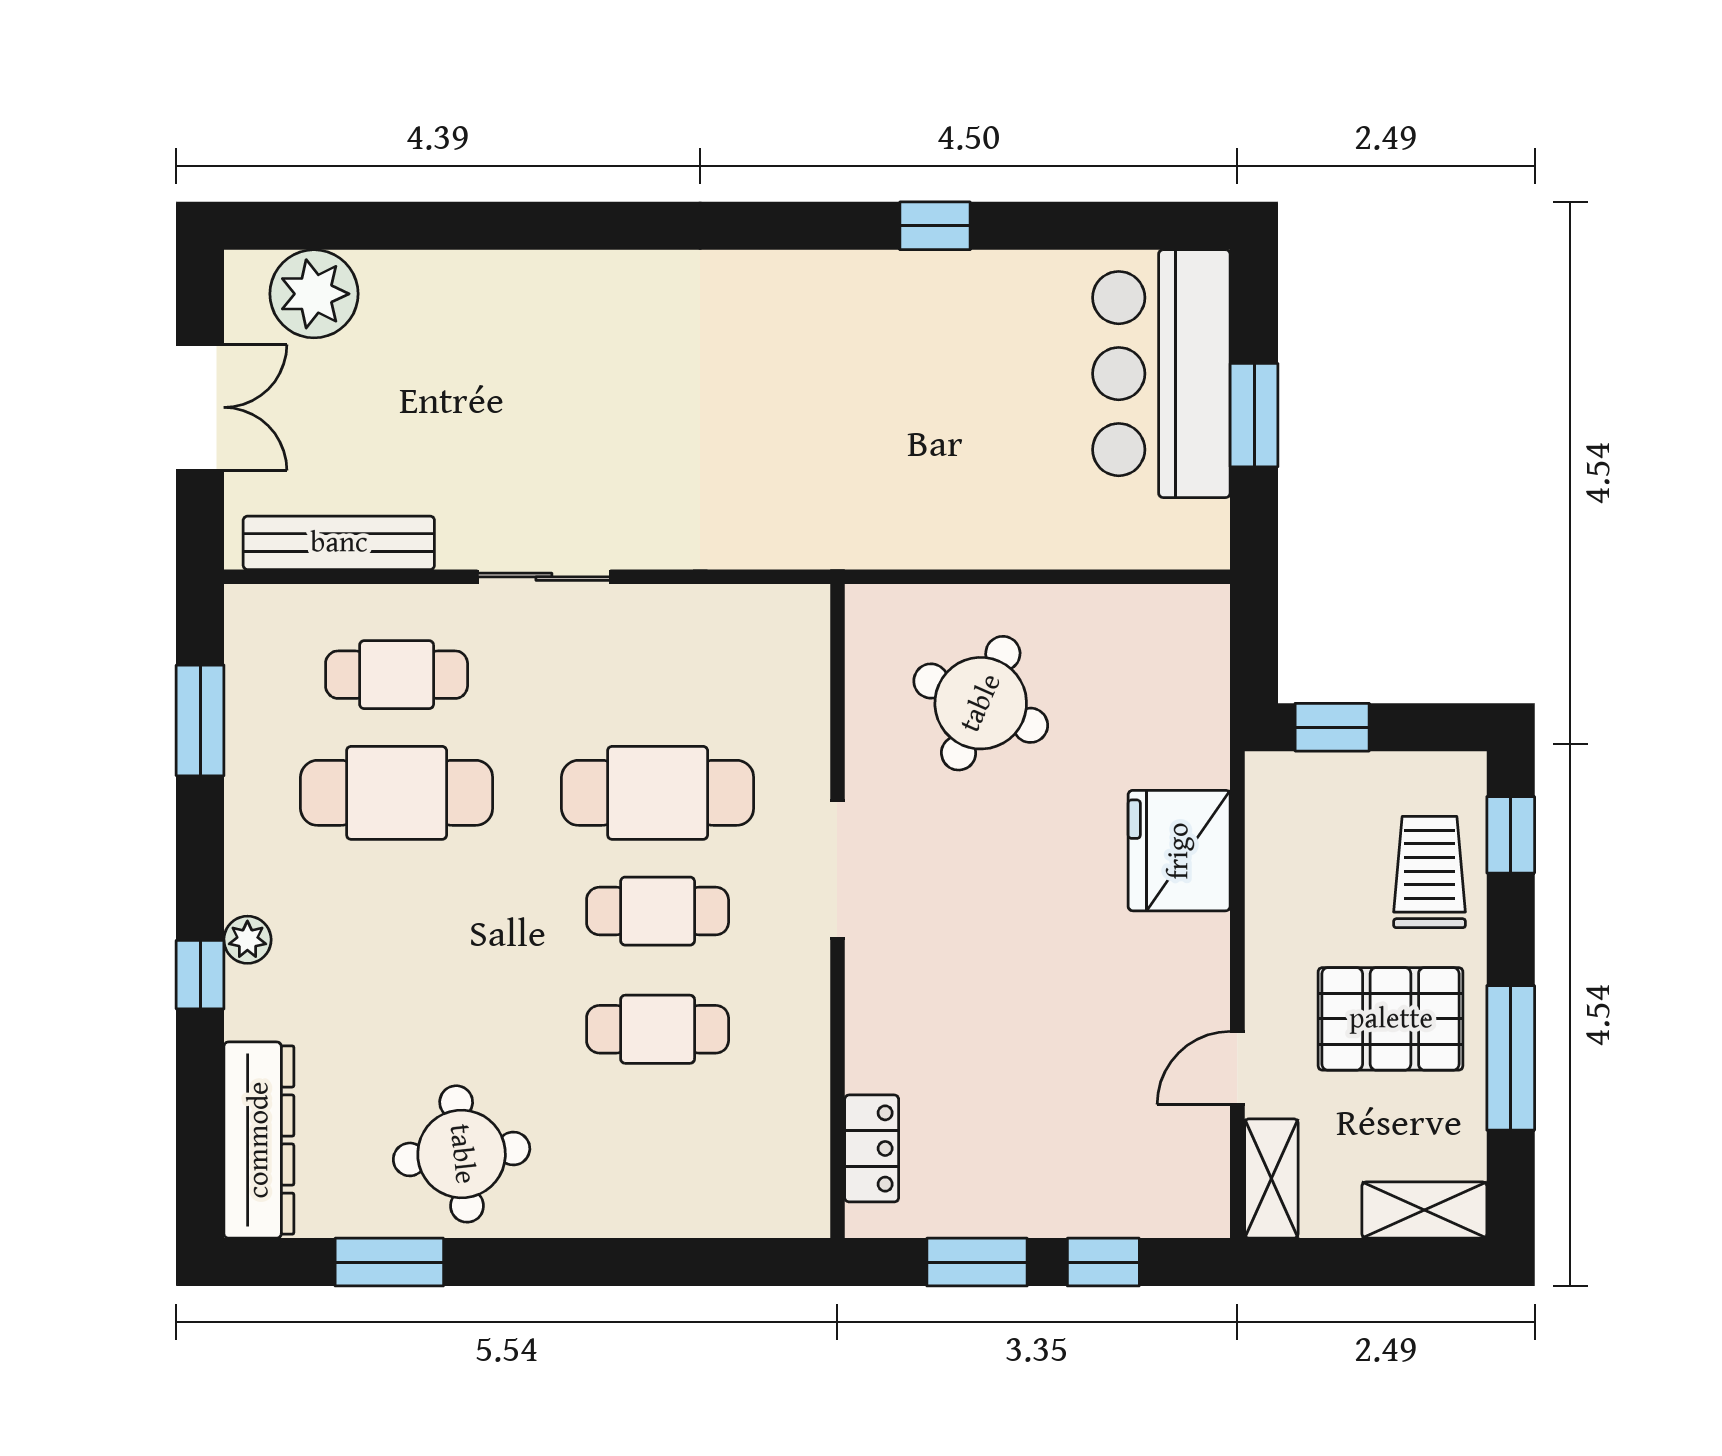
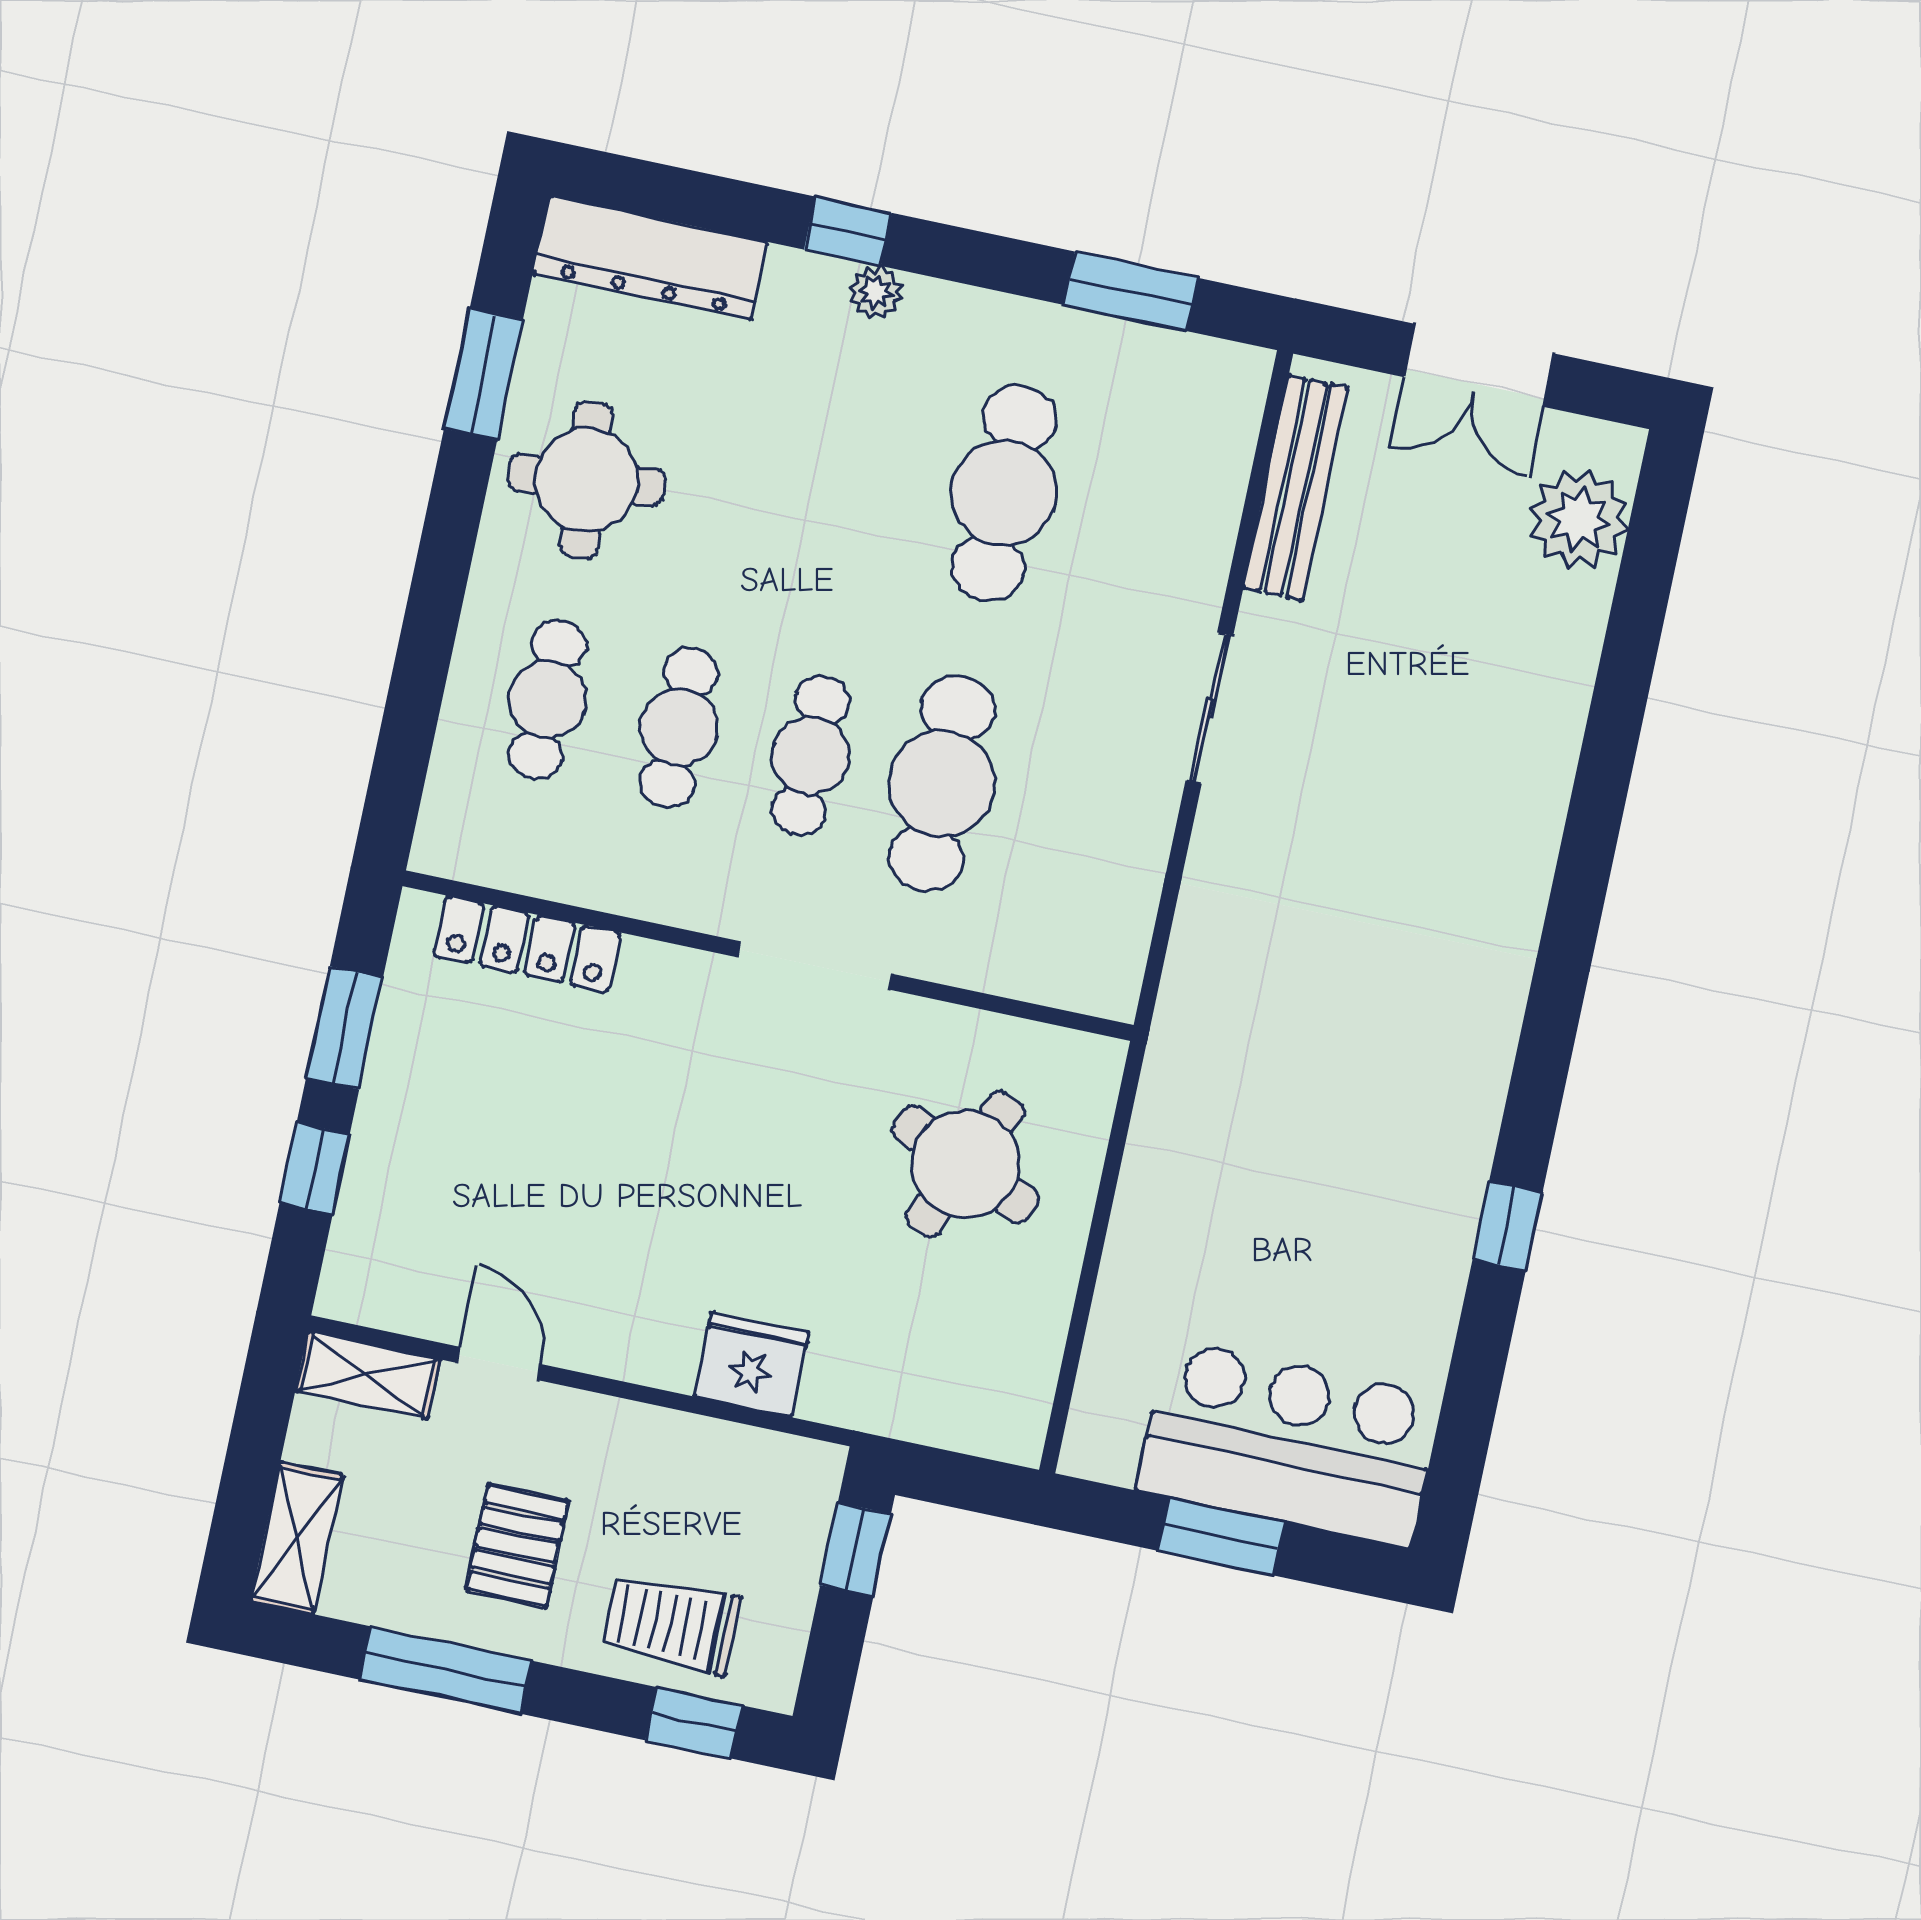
cafe table: (397, 675) -> (548, 700), moved
fridge: (1179, 851) -> (752, 1365), width x0.73, depth x0.75
trolley: (1430, 872) -> (671, 1624), turned 180
pallet: (1391, 1019) -> (517, 1545), width x0.67, depth x0.71
locker: (872, 1148) -> (527, 944), width x1.53

